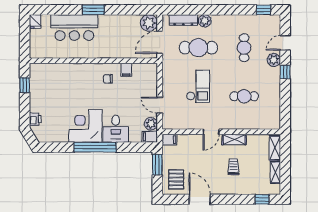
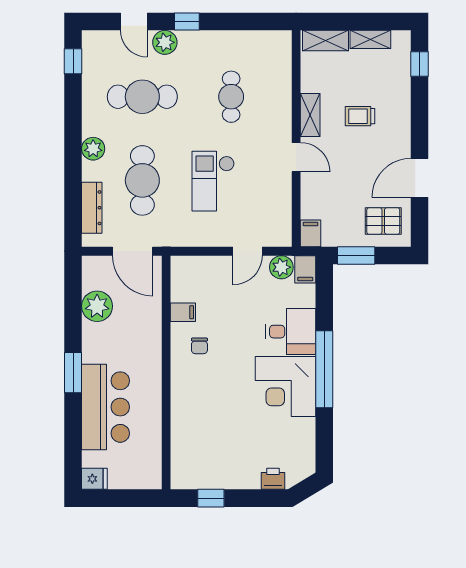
plant: (205, 21) -> (93, 149), moved
plant: (149, 23) -> (97, 306), moved
cafe table: (244, 48) -> (142, 97), width x1.37, depth x1.35
checkout: (198, 86) -> (213, 181), turned -90

